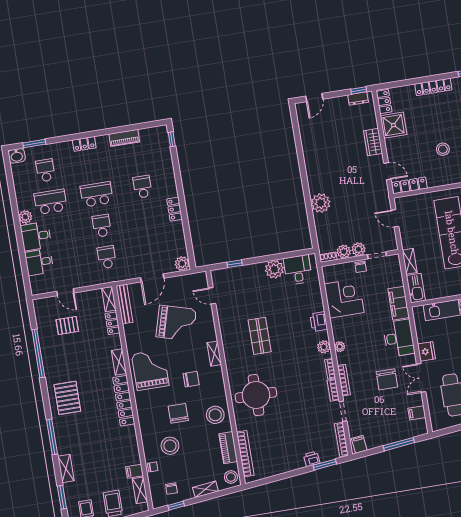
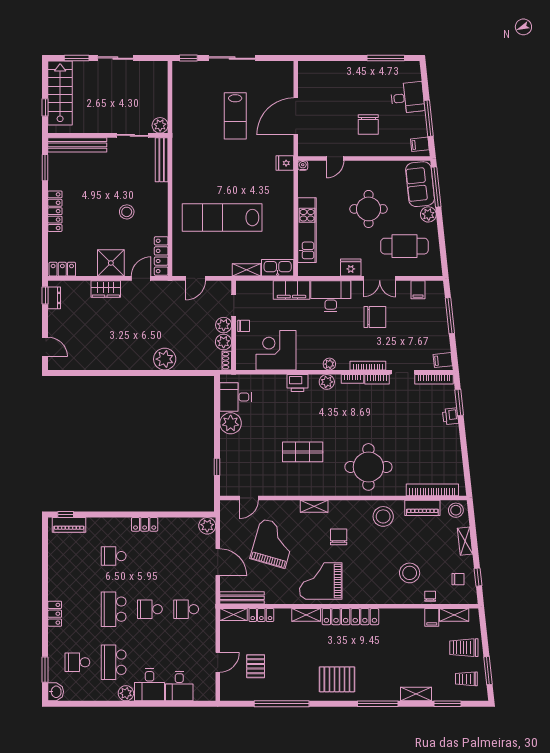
shower: (393, 125) -> (111, 263), moved
piano: (124, 138) -> (69, 525), moved, turned 90
chair: (178, 413) -> (375, 558), removed

